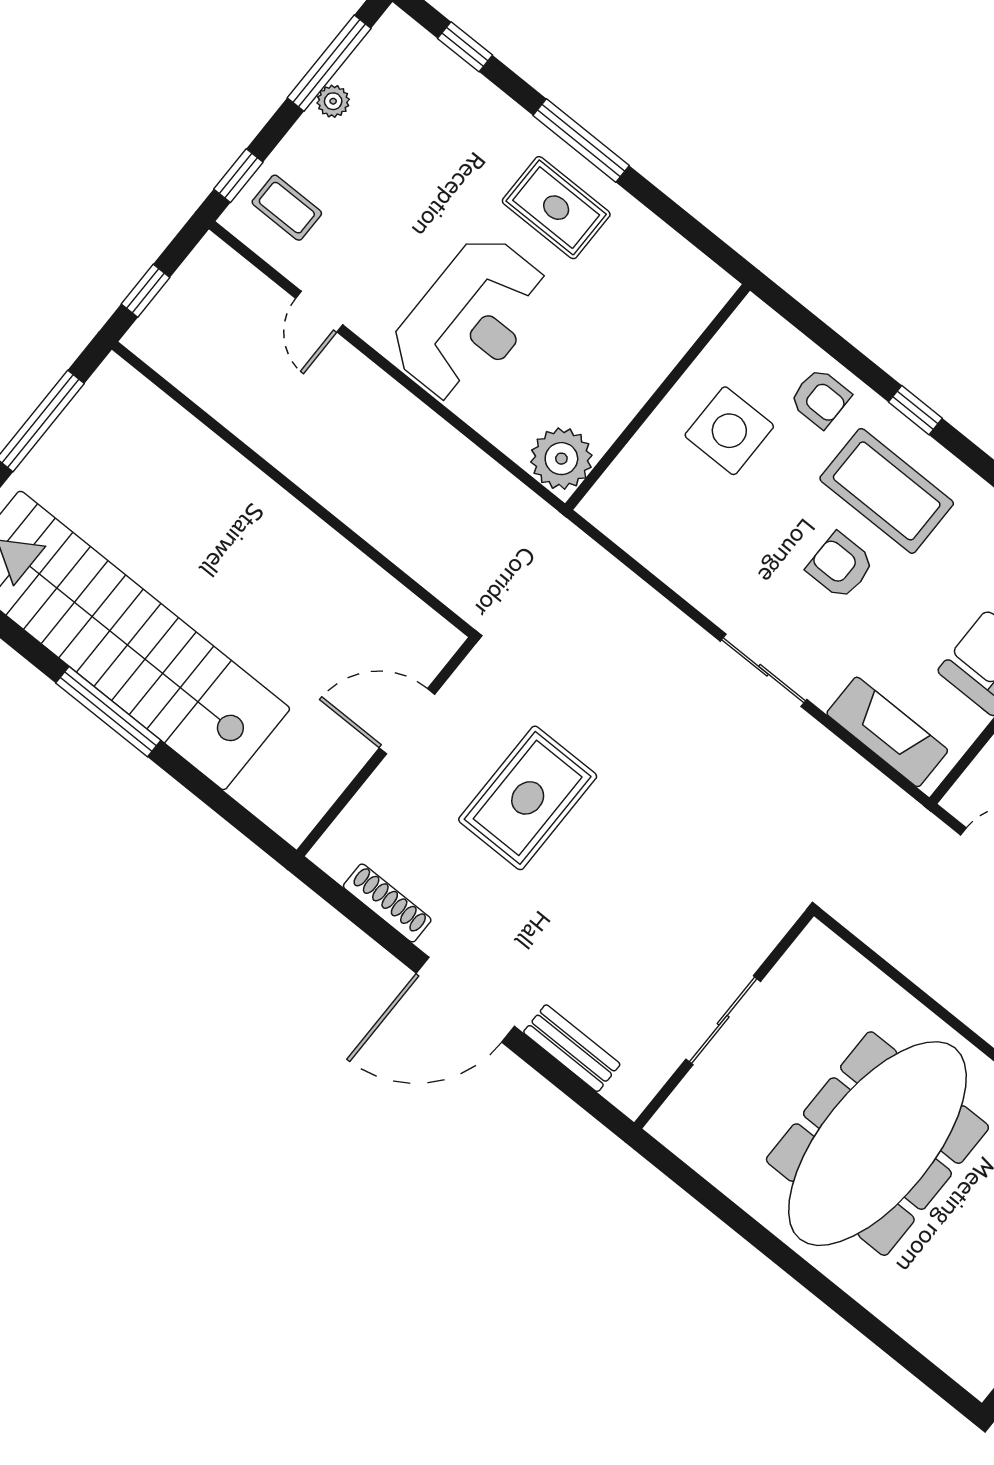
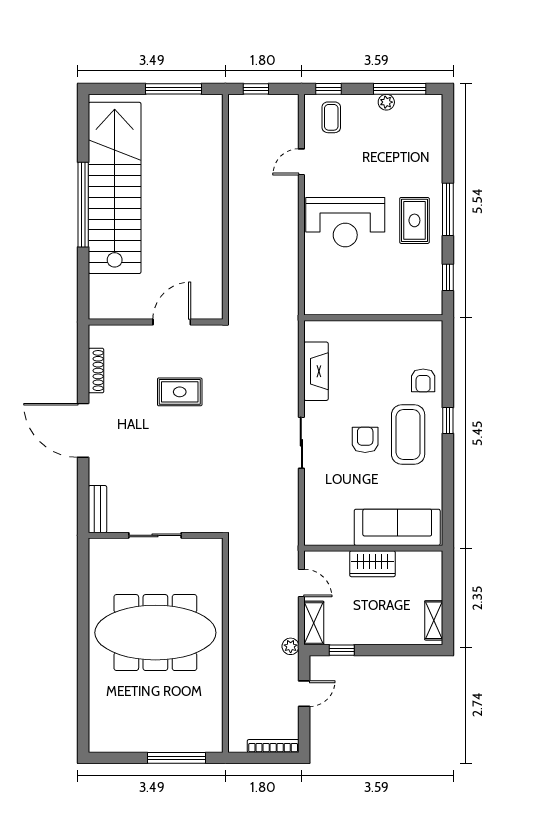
window: (465, 47) -> (448, 277), moved
side table: (729, 431) -> (383, 356), removed
plant: (561, 459) -> (320, 300), removed
window: (108, 712) -> (83, 205), width x1.46
door: (407, 721) -> (172, 322), hinge flipped
fireplace: (887, 732) -> (316, 371), moved
rug: (528, 798) -> (180, 392), width x0.73, depth x0.70
bench: (572, 1048) -> (97, 509), moved

